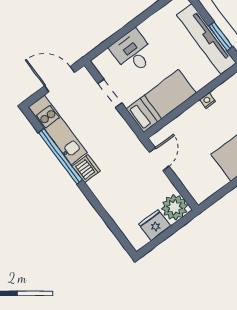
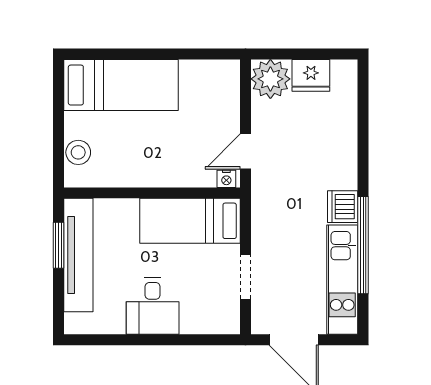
desk: (133, 52) -> (153, 306), moved
nightstand: (207, 101) -> (226, 179), moved

